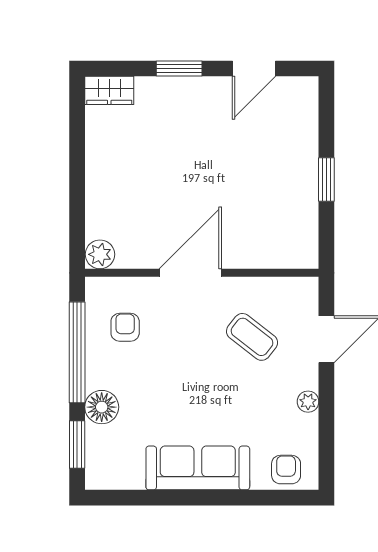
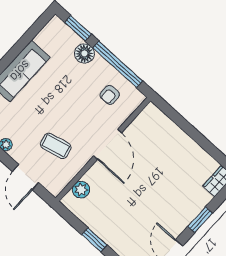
plant: (100, 254) -> (81, 190), moved
armchair: (125, 327) -> (110, 95), turned 90
coffee table: (252, 337) -> (56, 146), turned 38

